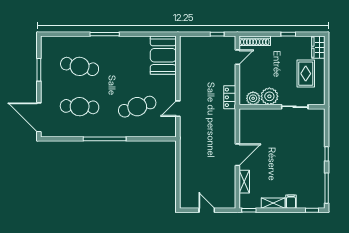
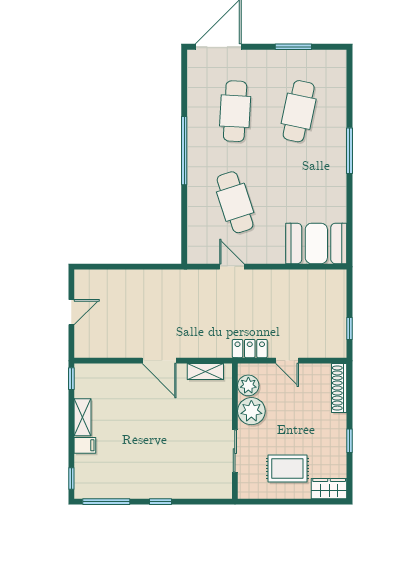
door: (237, 57) -> (287, 361), moved
shelving: (244, 182) -> (205, 372), moved

